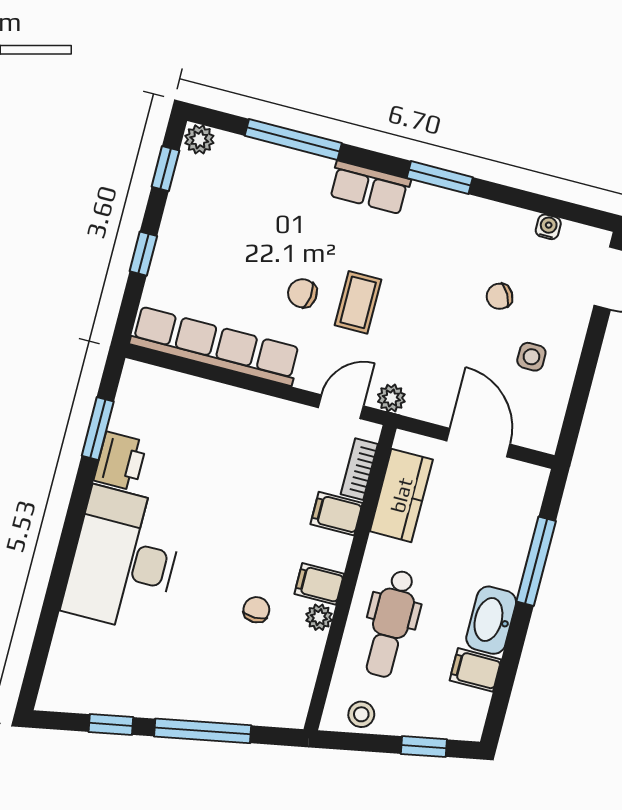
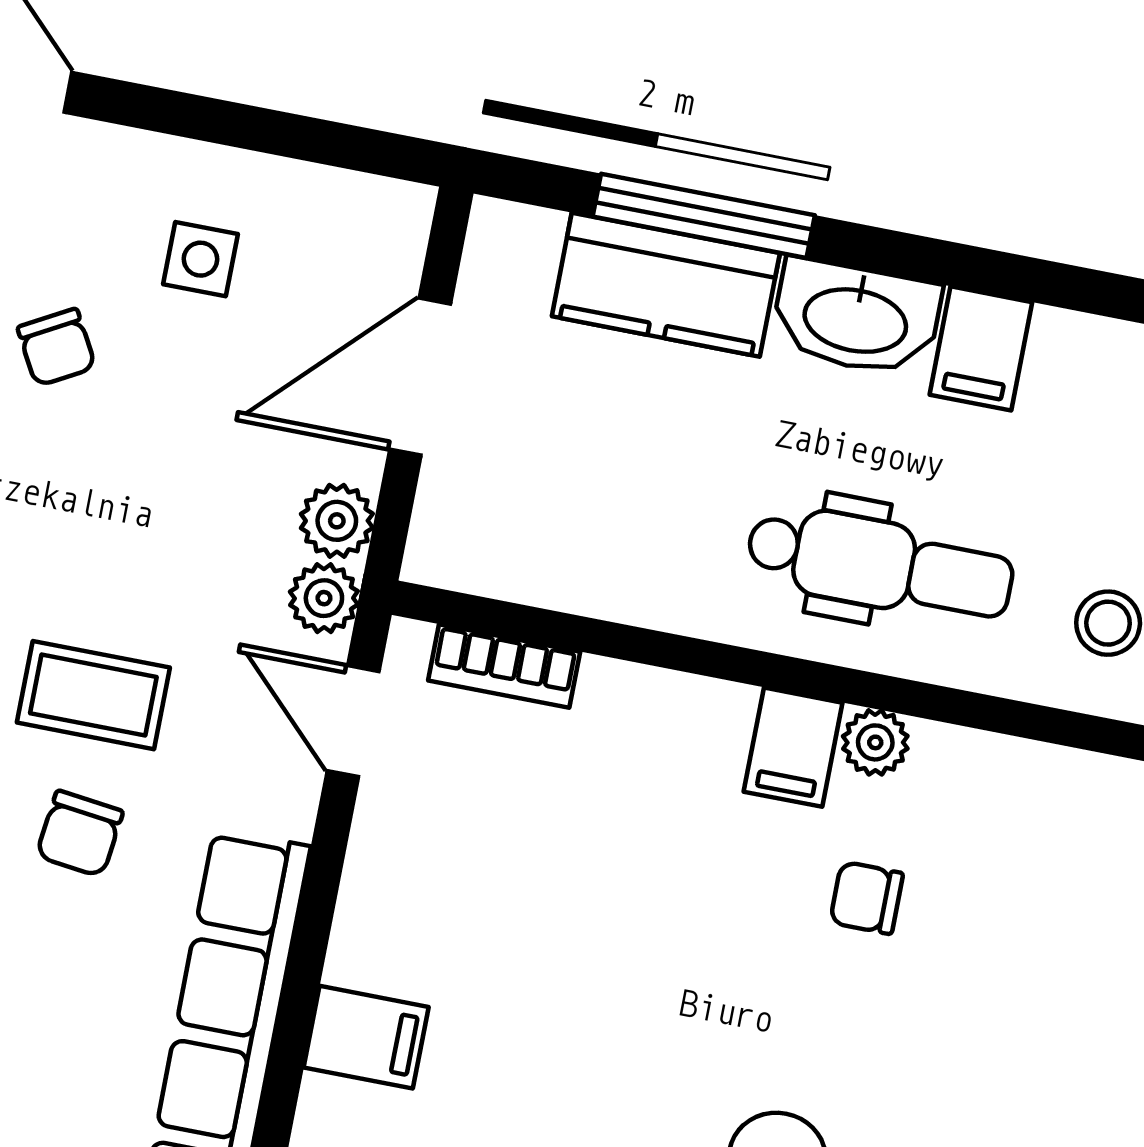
plant: (422, 405) -> (337, 521), added
kitchen counter: (401, 495) -> (666, 285), moved, turned 180
filing cabinet: (337, 514) -> (366, 1037), moved, turned -90

